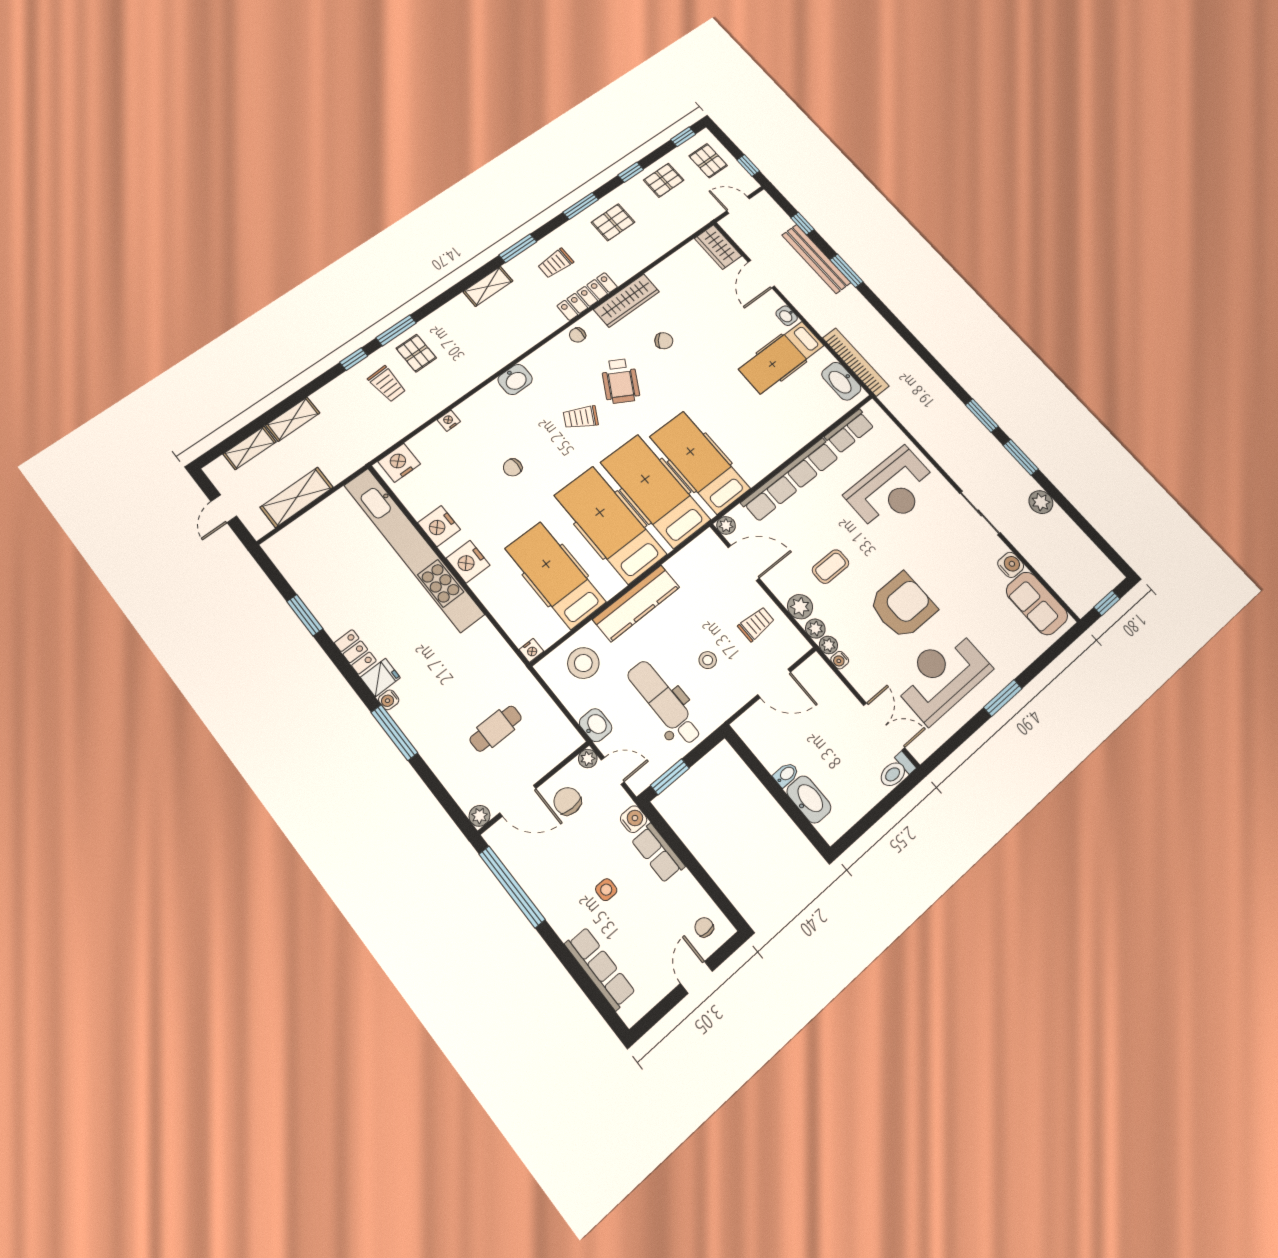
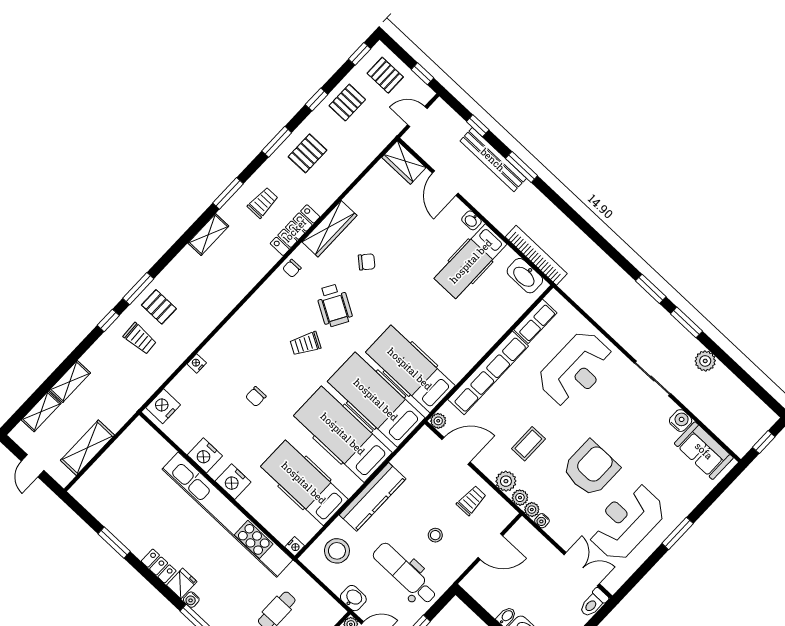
trolley: (556, 263) -> (263, 203), turned 180
washbasin: (515, 380) -> (245, 318), removed
kitchen unit: (413, 549) -> (227, 515), moved

